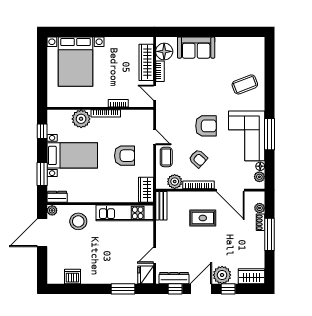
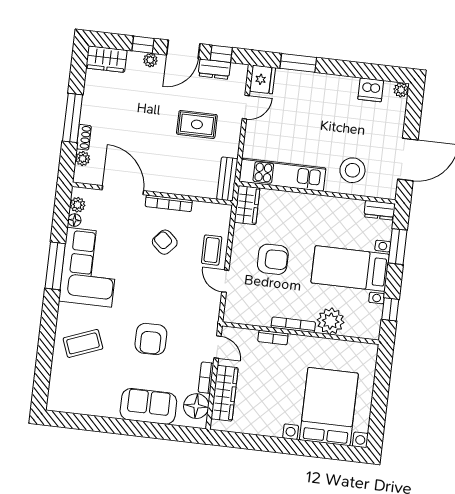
armchair: (206, 126) -> (151, 339), moved, turned -90
armchair: (125, 156) -> (273, 259), turned 180
plant: (175, 182) -> (203, 212), removed
plant: (52, 210) -> (401, 90), moved
rug: (203, 218) -> (197, 124), moved
plant: (222, 275) -> (150, 60), width x0.53, depth x0.53
dresser: (174, 278) -> (214, 69), width x0.70

